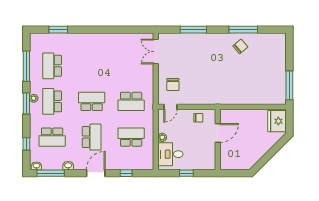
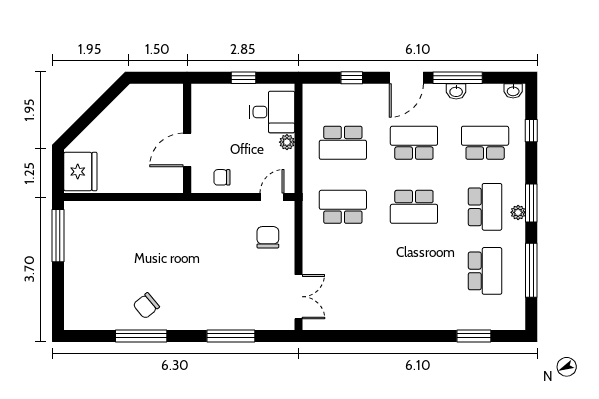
school desk: (92, 137) -> (414, 143), turned 90
window: (51, 173) -> (458, 78), moved

